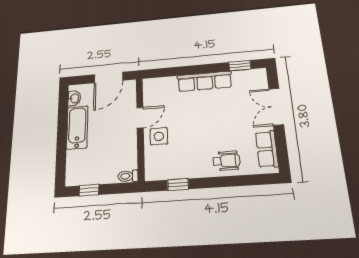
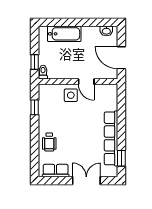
row of seats: (205, 81) -> (111, 138), width x1.36
bathtub: (77, 127) -> (64, 34), moved
window: (89, 190) -> (35, 62), moved

